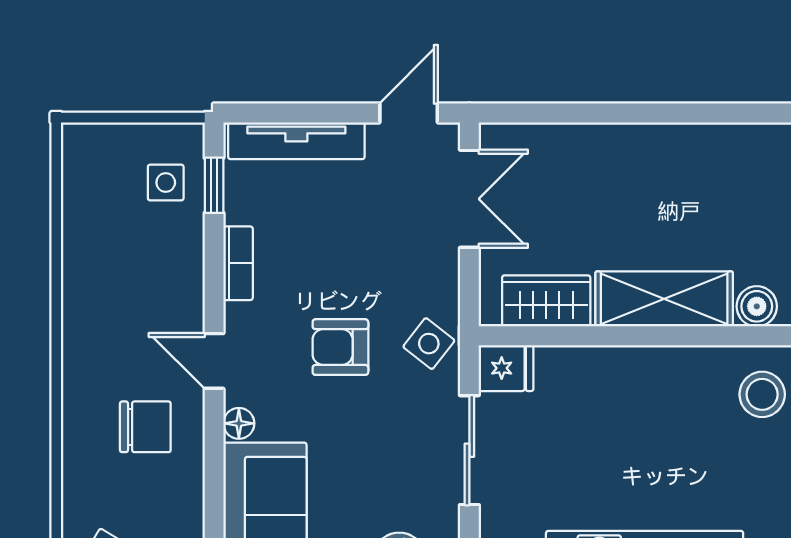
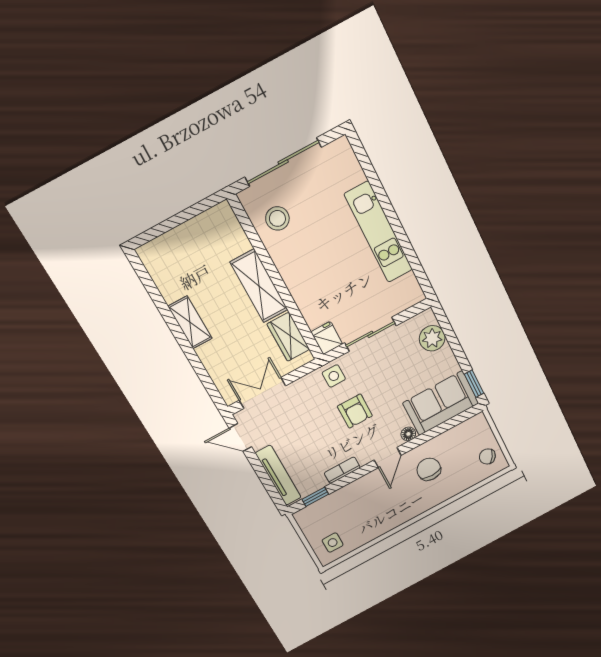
shelving: (666, 144) -> (190, 322), added
side table: (166, 183) -> (333, 543), moved
boiler: (757, 306) -> (239, 242), removed
side table: (429, 344) -> (334, 376), turned -38

